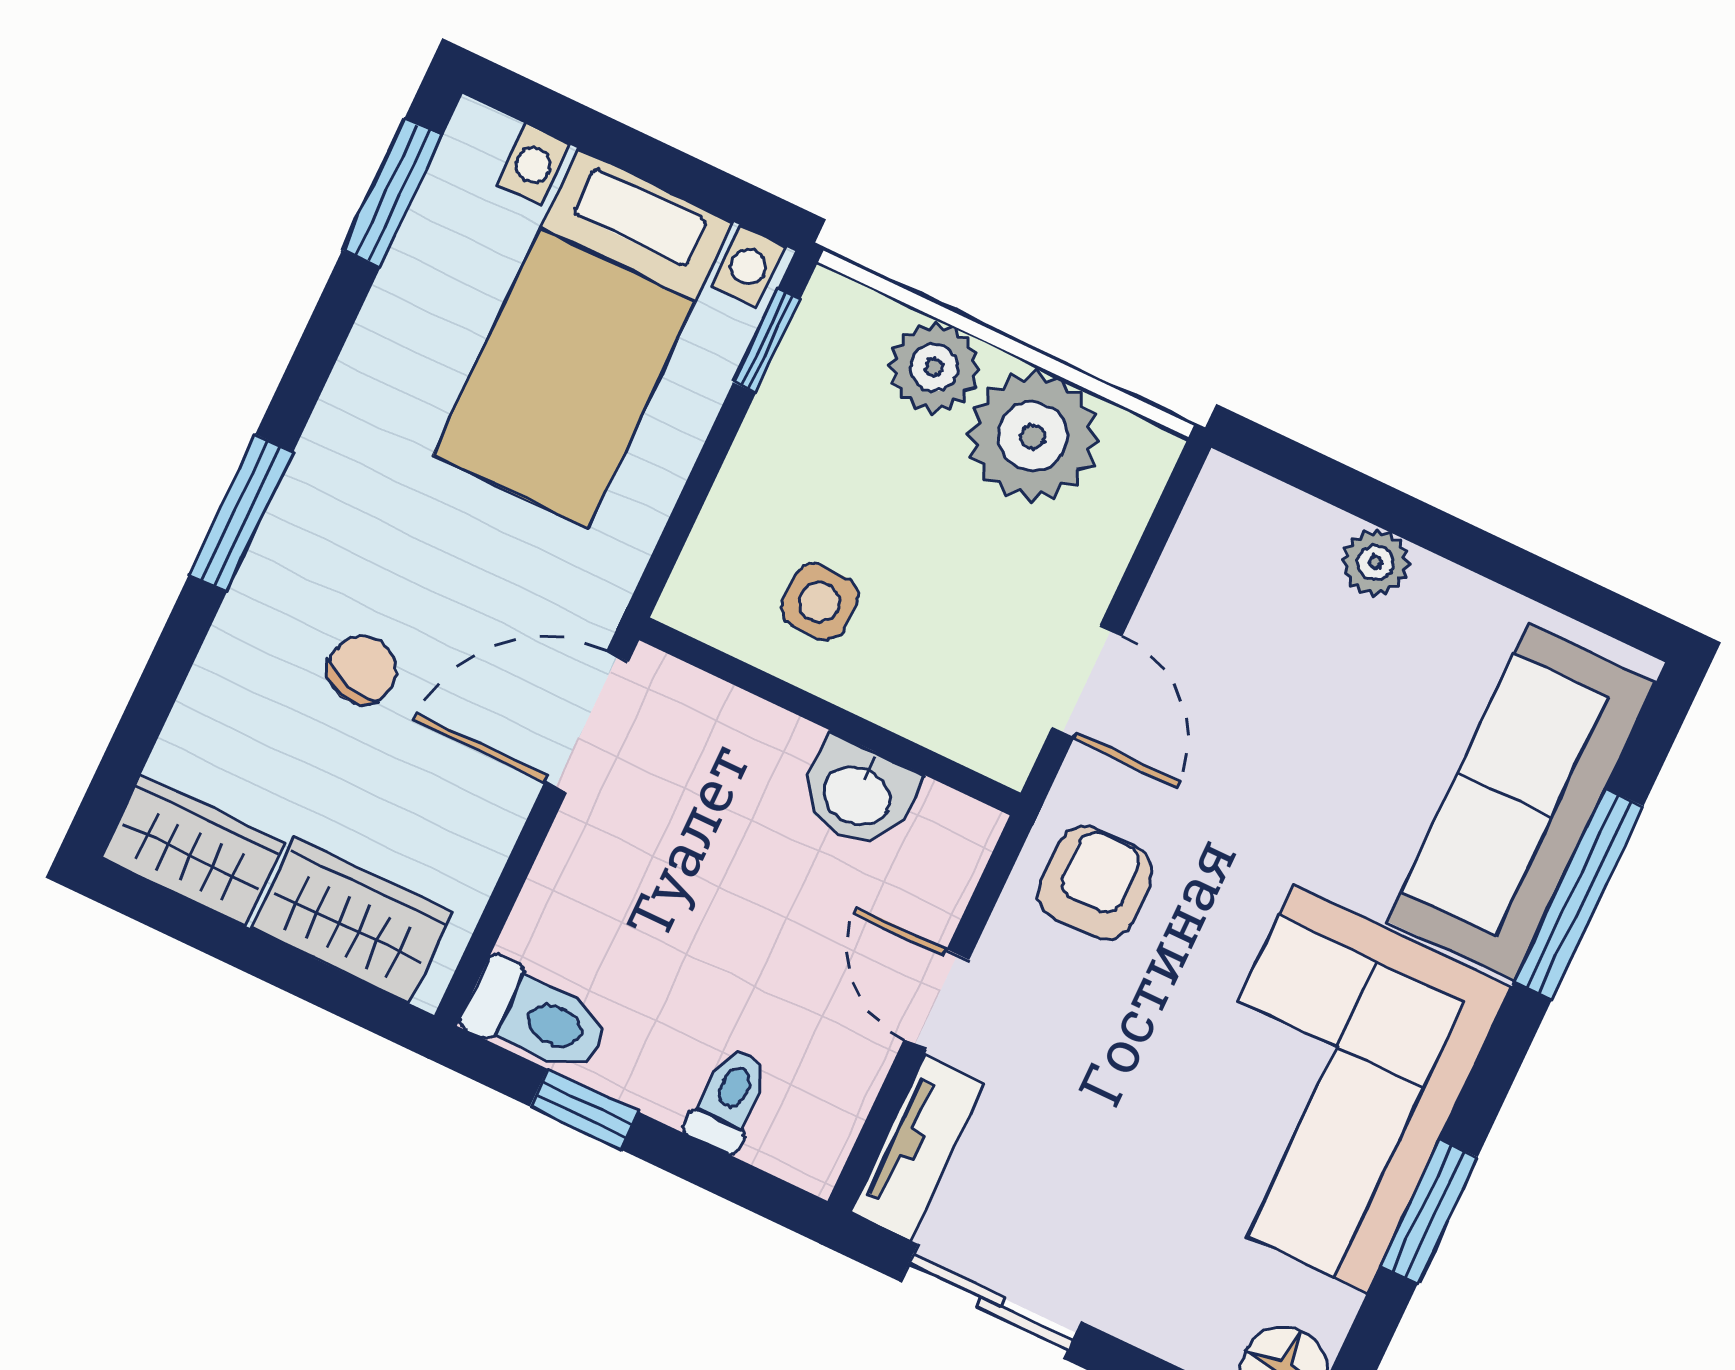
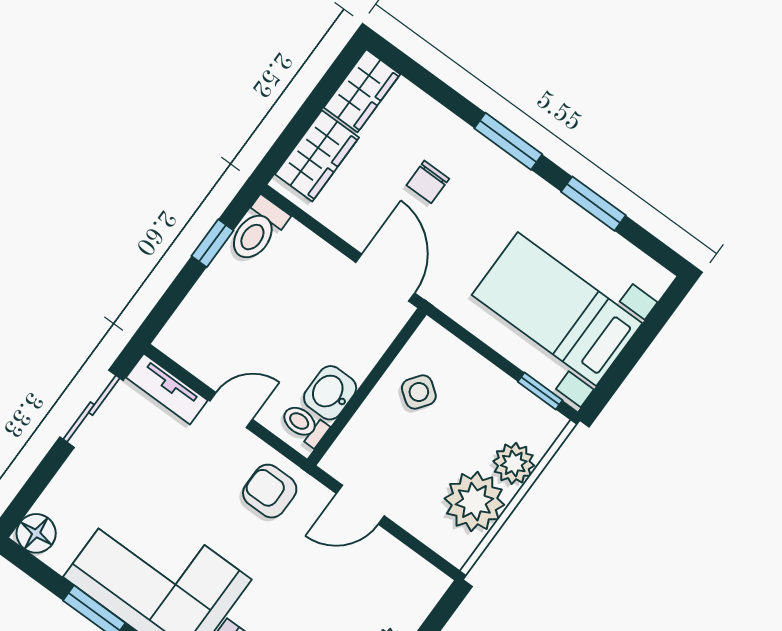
window: (392, 193) -> (593, 204), moved
side table: (819, 602) -> (419, 392), turned 36
chair: (362, 670) -> (428, 182), turned 74
armchair: (1095, 883) -> (270, 491), turned 180
toilet: (729, 1100) -> (304, 425), moved, turned 180

